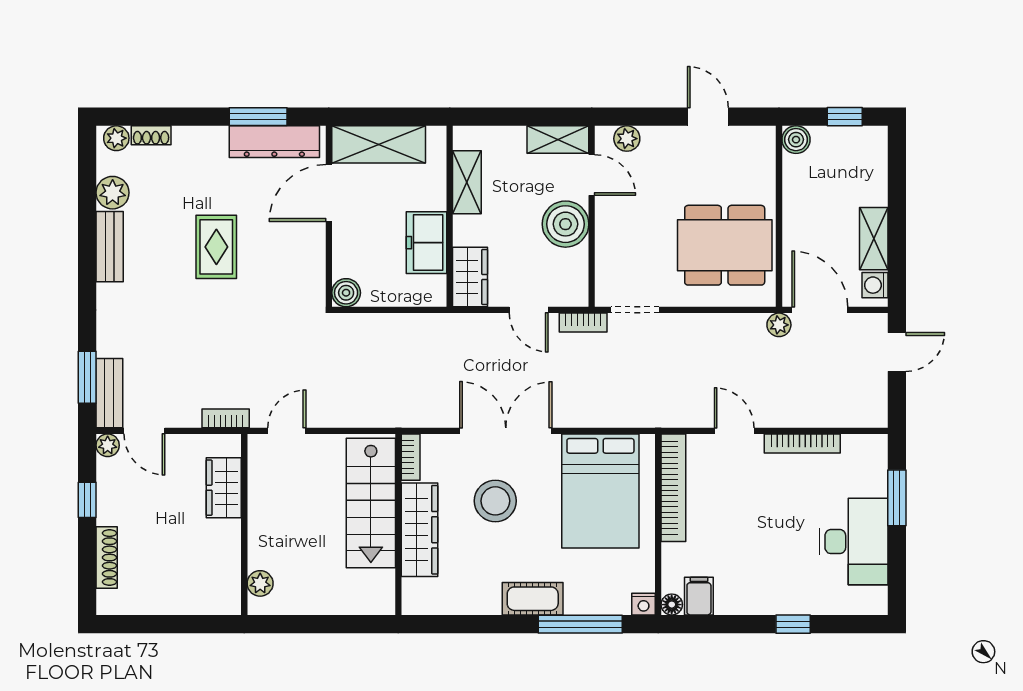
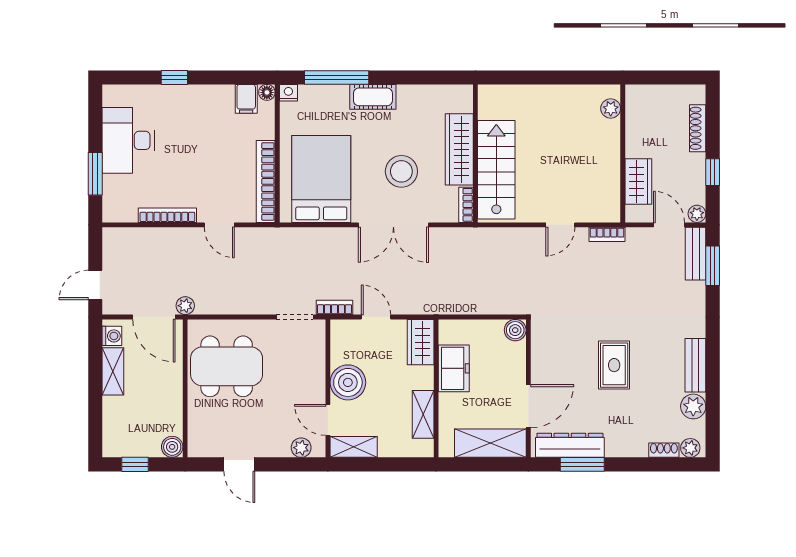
wardrobe: (224, 488) -> (638, 182), moved
wall: (244, 524) -> (623, 153), moved
plant: (260, 583) -> (611, 108), moved

